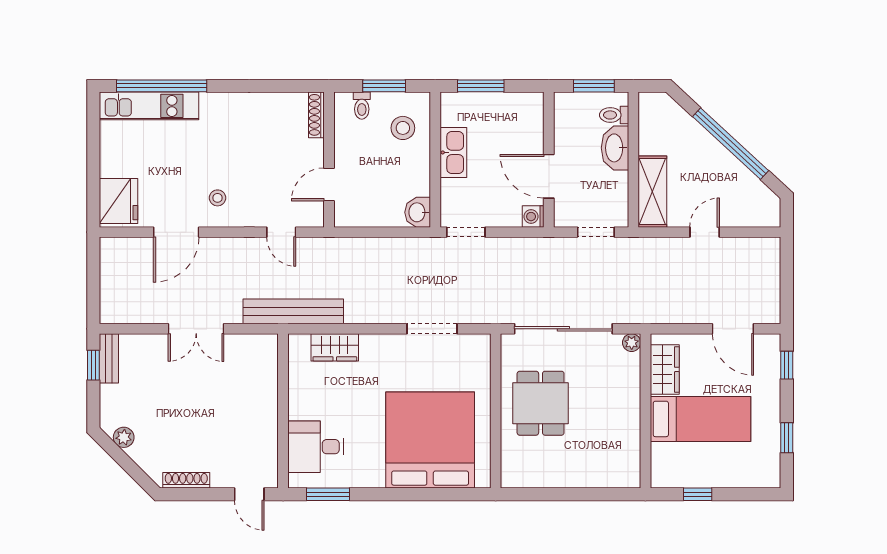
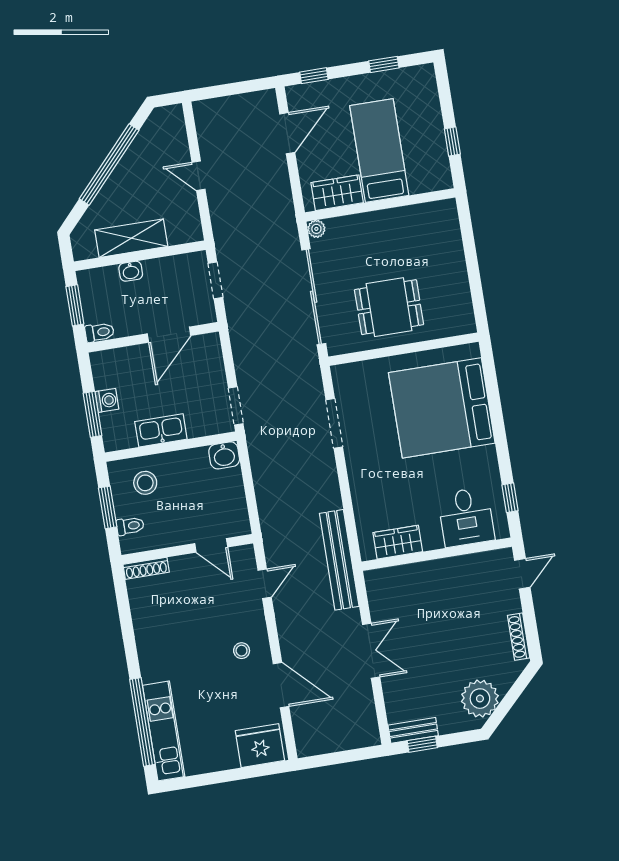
toilet: (614, 115) -> (100, 332), moved, turned -90
washbasin: (615, 148) -> (131, 271), width x0.52, depth x0.69
shelving: (652, 192) -> (131, 238), moved
washing machine: (533, 217) -> (107, 400), moved, turned -90
wardrobe: (335, 347) -> (398, 542), moved, turned -90
plant: (124, 437) -> (480, 699), width x1.87, depth x1.87
window: (328, 494) -> (510, 498), width x0.67

